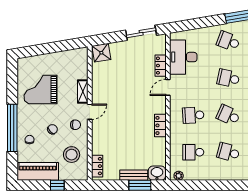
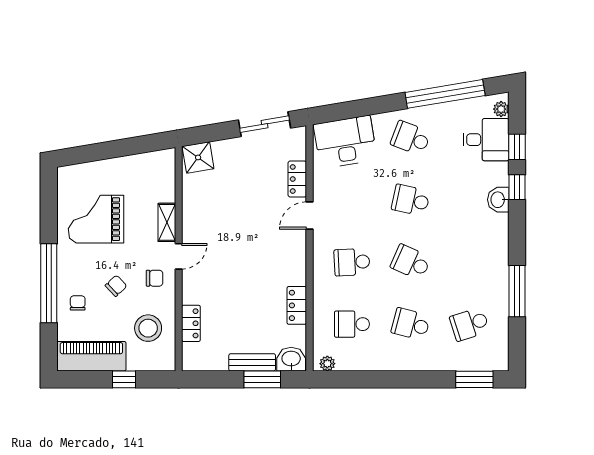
desk: (183, 57) -> (345, 142), moved, turned 81
locker: (160, 125) -> (297, 305), moved
locker: (97, 166) -> (191, 323), moved

